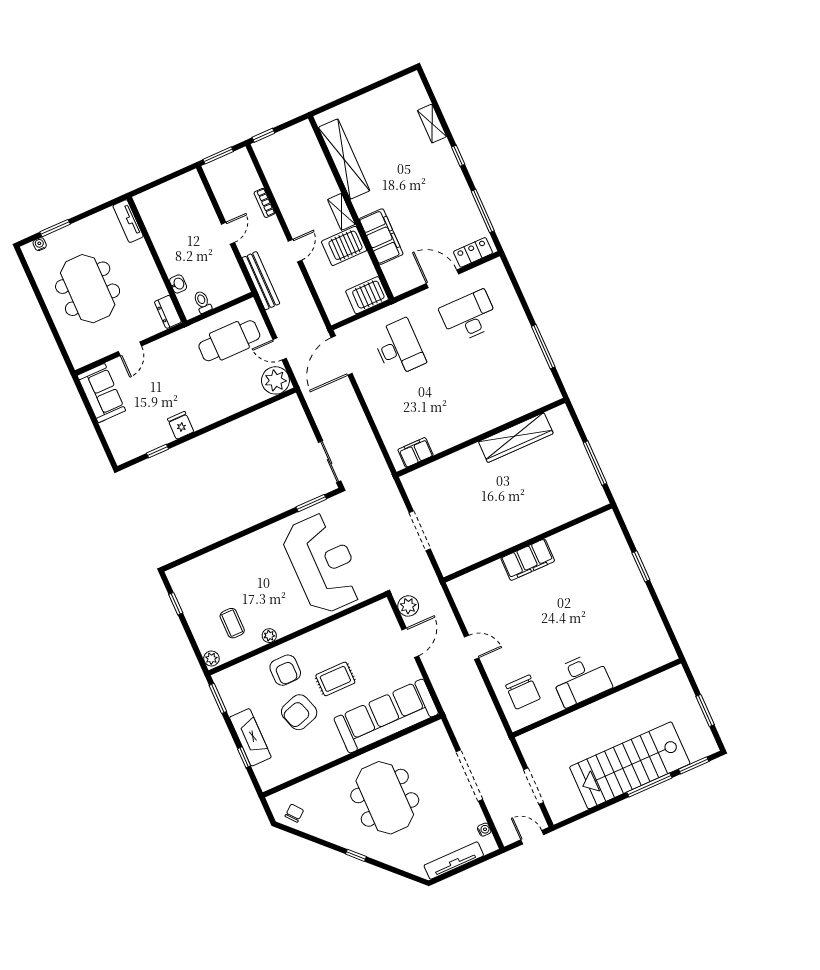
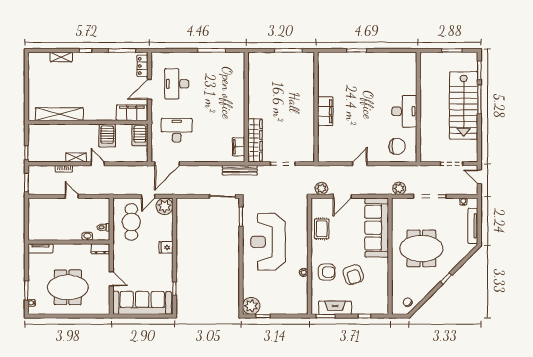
shelving: (341, 212) -> (76, 157), moved
filing cabinet: (381, 237) -> (132, 113), moved
bench: (261, 281) -> (240, 170), moved
door: (342, 356) -> (167, 164), hinge flipped
sofa: (101, 393) -> (142, 303), width x1.85, depth x1.27
fridge: (181, 425) -> (166, 247), moved
wardrobe: (516, 438) -> (255, 140), moved
reception desk: (323, 563) -> (268, 242), moved, turned -90
coffee table: (232, 623) -> (288, 290), removed
door: (410, 643) -> (342, 196), swing flipped
plant: (211, 659) -> (251, 306), moved, width x1.87, depth x1.87
rug: (335, 679) -> (322, 229), moved
plant: (461, 724) -> (399, 188), added
fireplace: (250, 737) -> (335, 308), moved
door: (532, 837) -> (479, 177), hinge flipped

